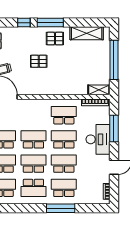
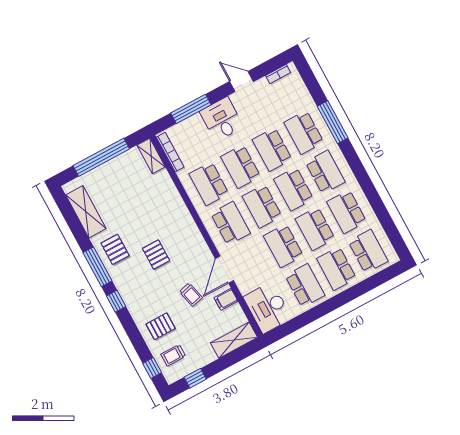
school desk: (33, 115) -> (230, 223), added
desk: (98, 139) -> (222, 119), width x0.73

